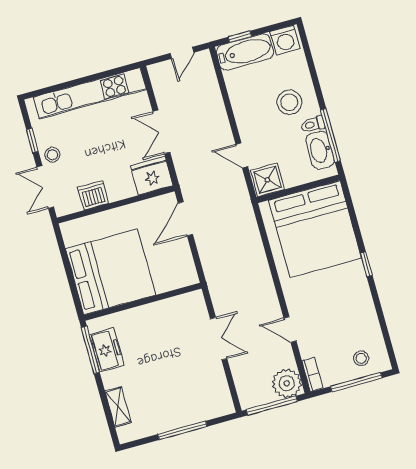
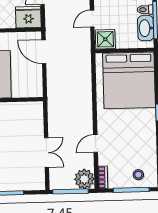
door: (242, 155) -> (92, 19), hinge flipped
door: (185, 219) -> (44, 52), hinge flipped
door: (290, 330) -> (95, 143), hinge flipped
double door: (219, 339) -> (46, 153), moved

